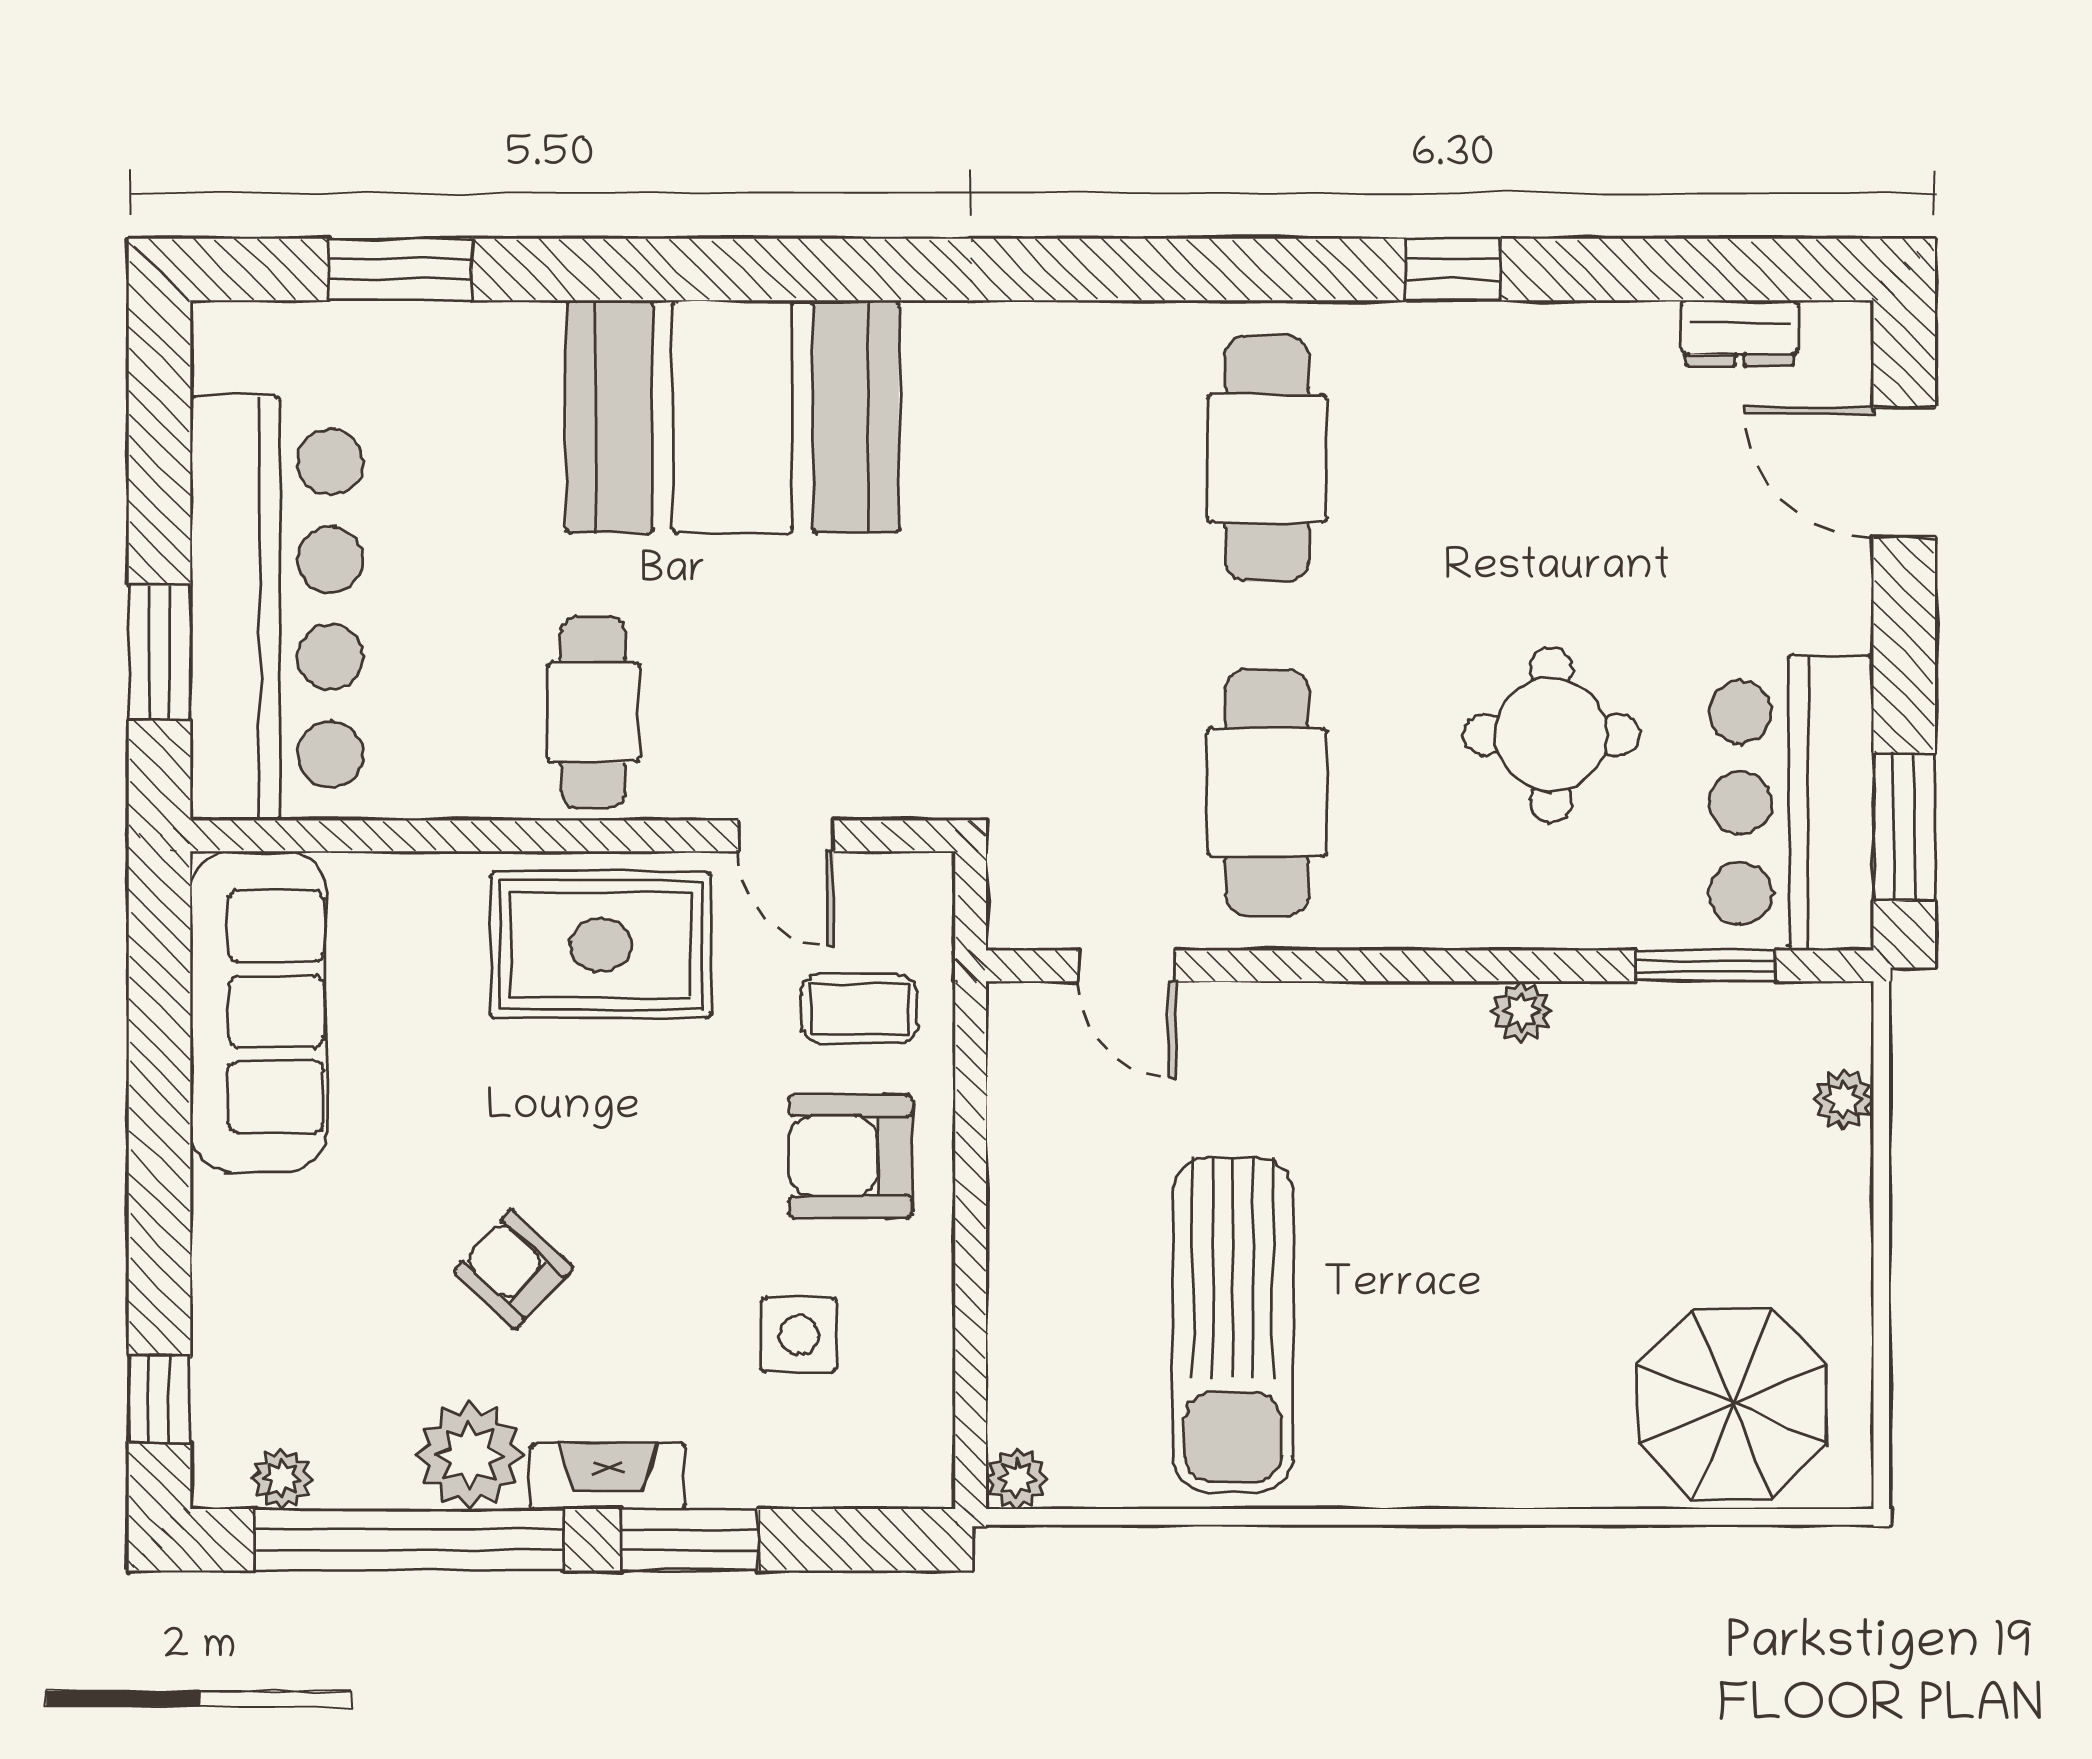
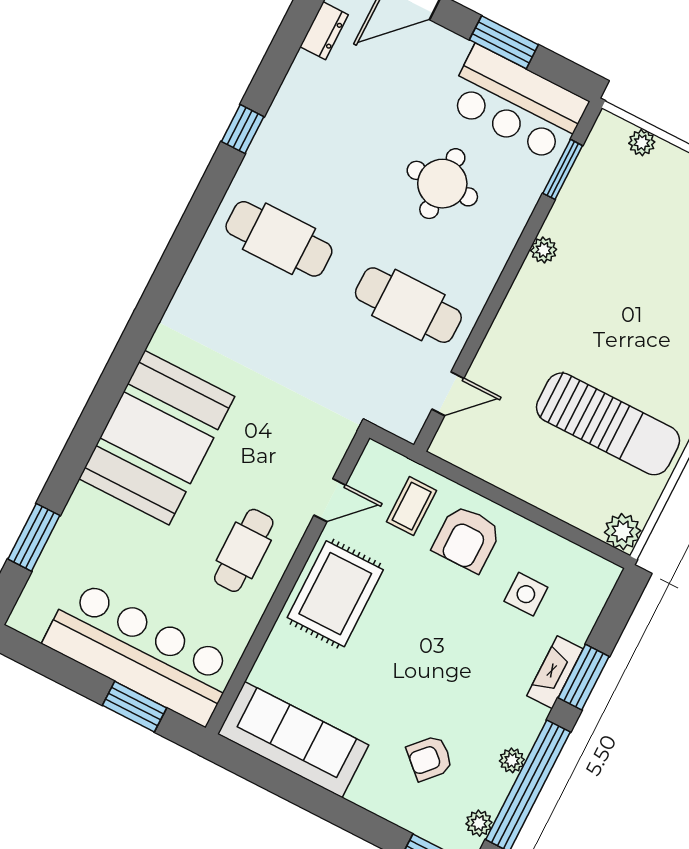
cafe table: (593, 712) -> (244, 550), turned 90
window: (1904, 827) -> (504, 42), moved
armchair: (513, 1270) -> (430, 758), moved
plant: (470, 1455) -> (512, 760), width x0.53, depth x0.53
fireplace: (608, 1476) -> (555, 672), moved
plant: (1017, 1479) -> (623, 532), width x1.38, depth x1.38

